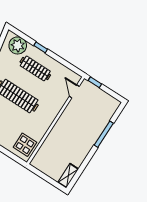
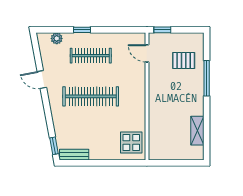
plant: (18, 45) -> (57, 38), width x0.53, depth x0.53
pallet: (96, 112) -> (184, 60), added
shelving: (68, 176) -> (197, 131), moved

